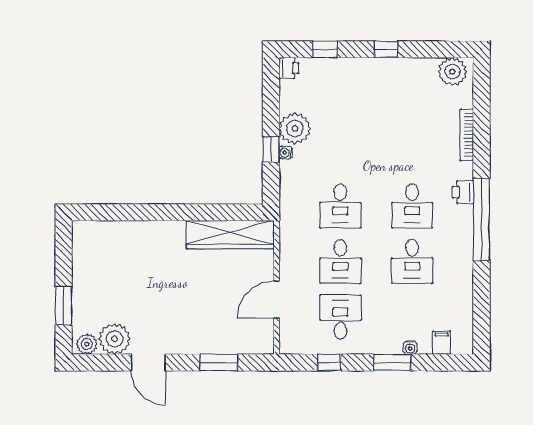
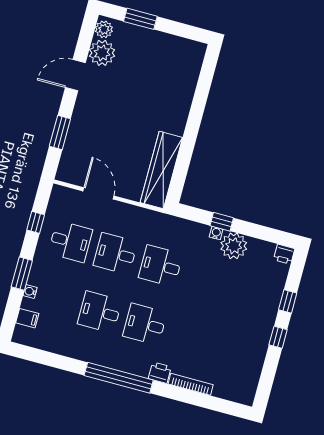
window: (325, 49) -> (288, 301), moved
plant: (452, 72) -> (245, 386), removed
printer: (463, 192) -> (160, 373), moved

